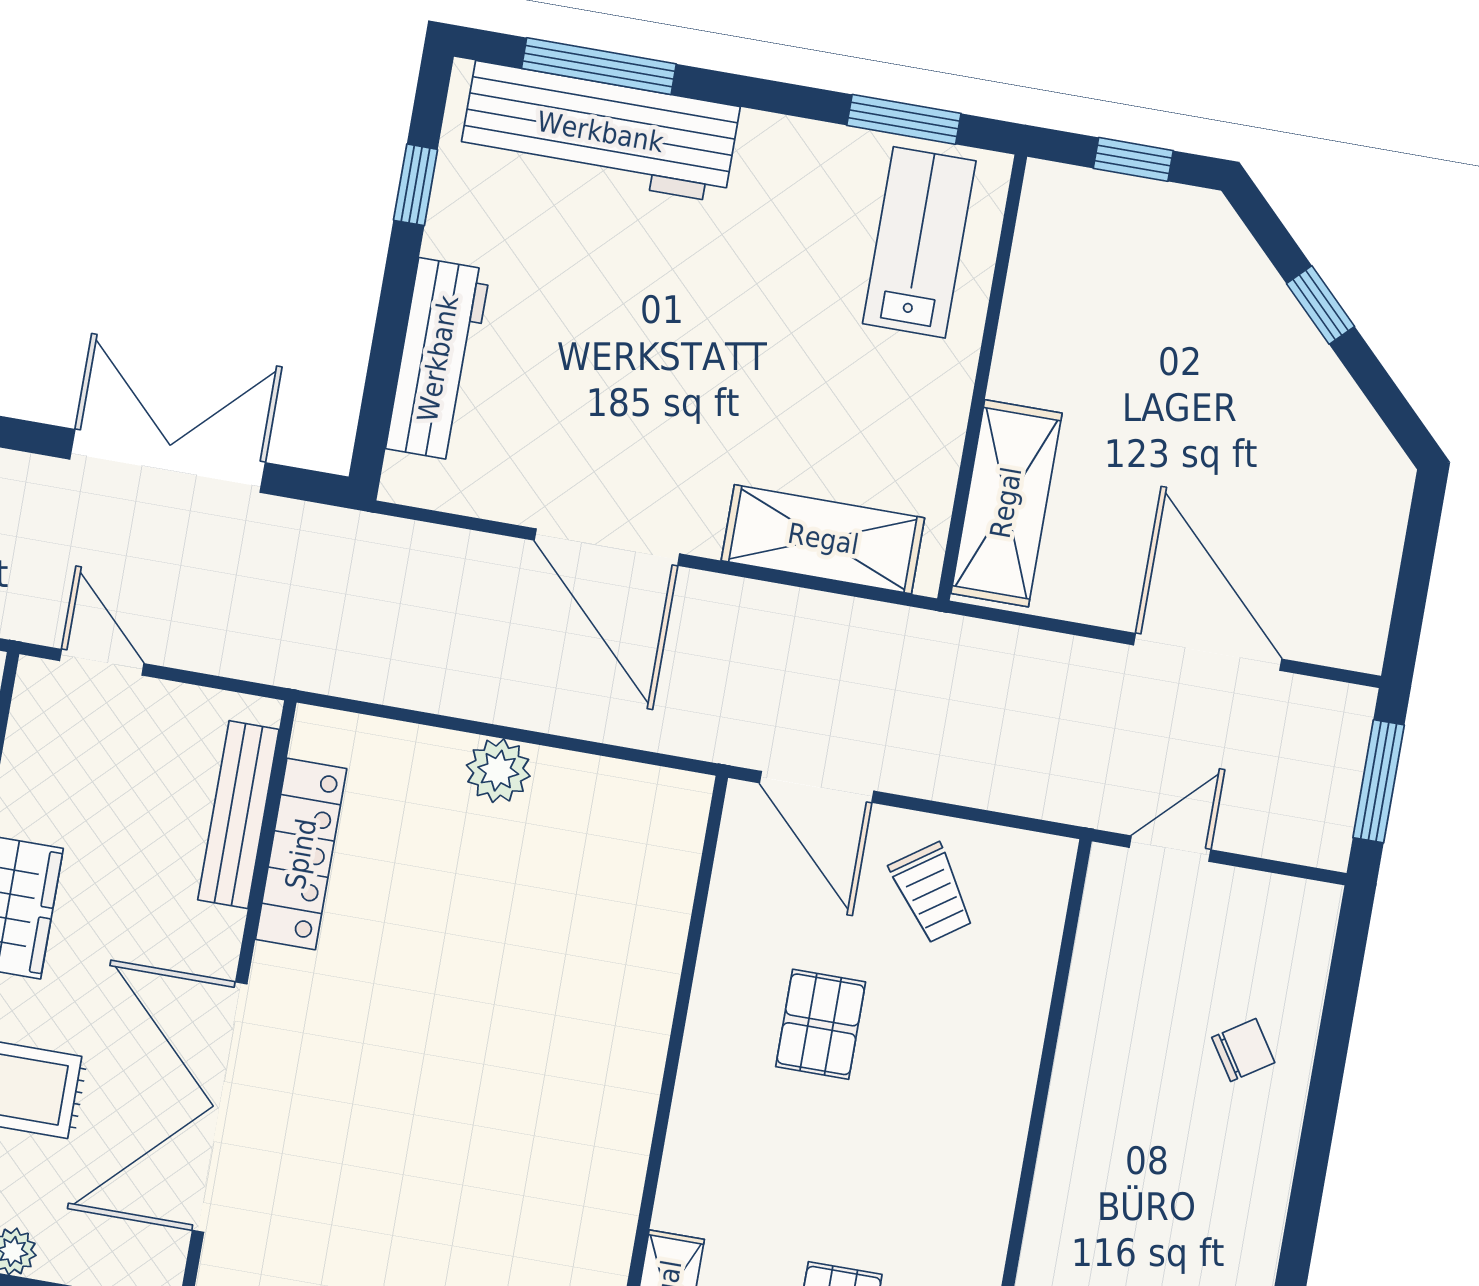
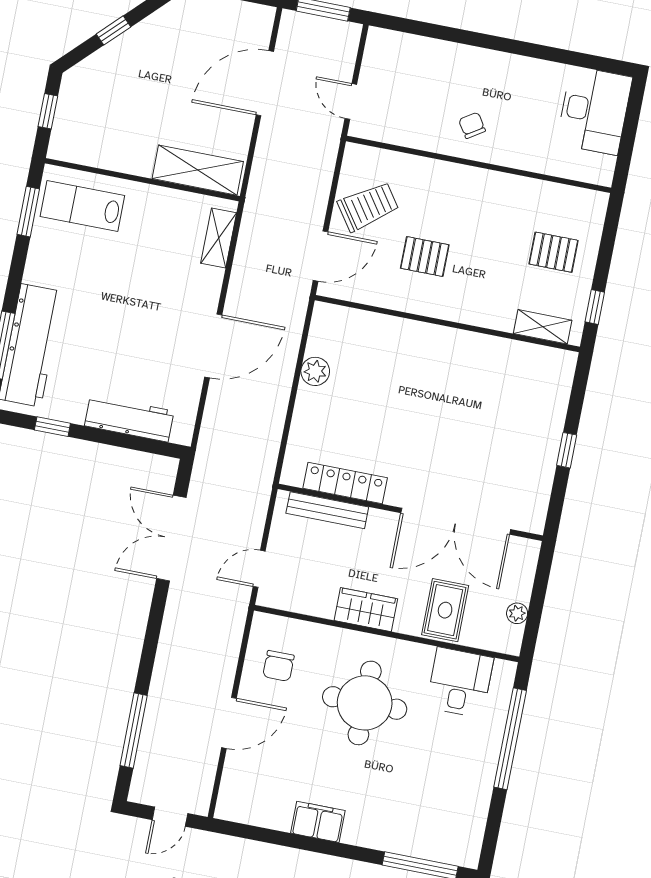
shelving: (823, 539) -> (219, 238), width x0.67, depth x0.75
plant: (498, 771) -> (315, 371), moved
trolley: (932, 893) -> (368, 206), width x1.36, depth x1.39
chair: (1243, 1050) -> (472, 125), moved

